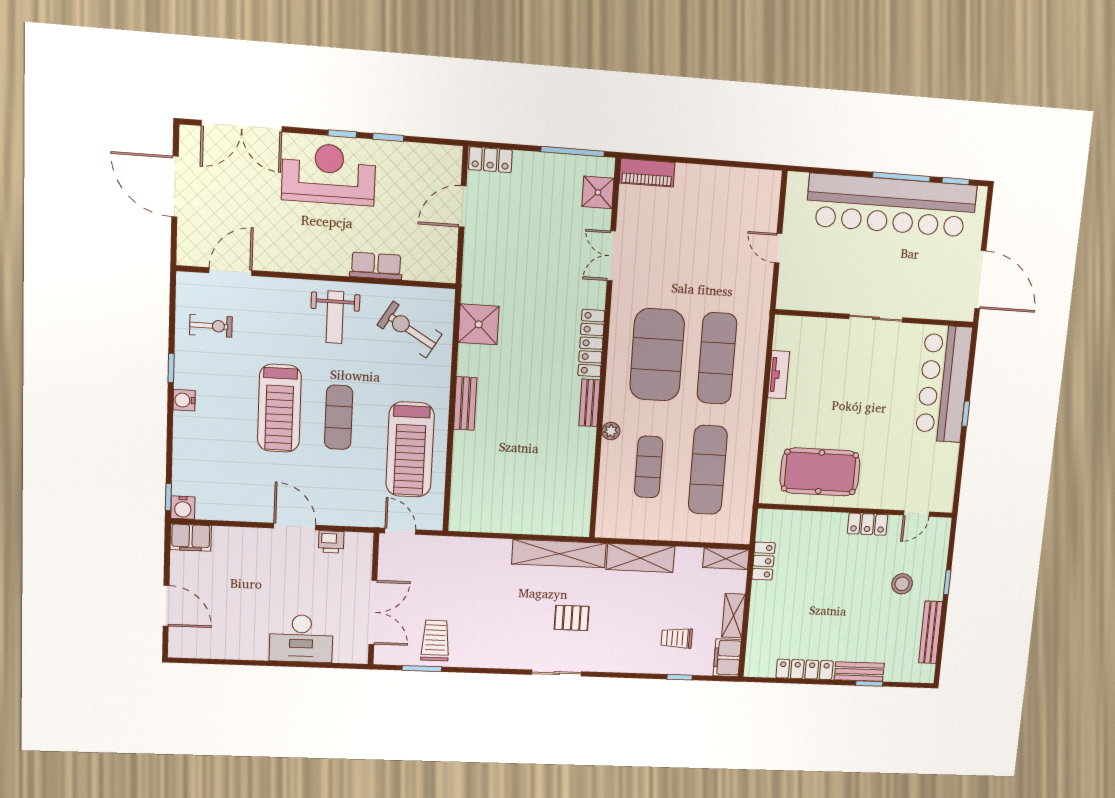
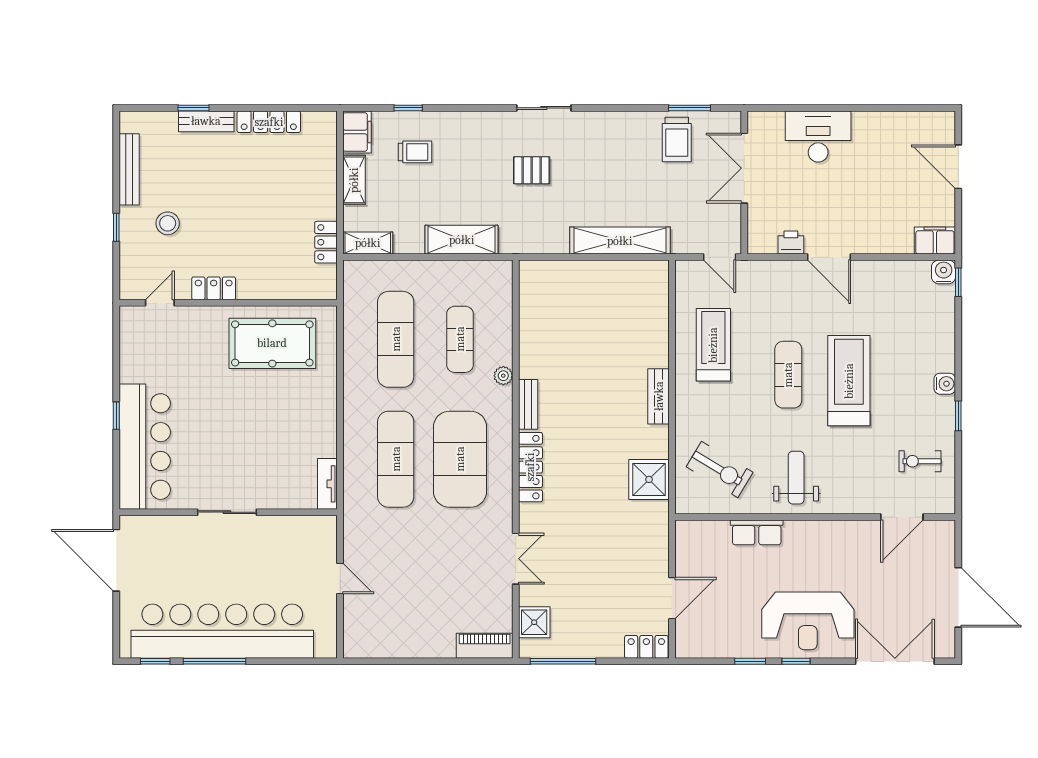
tv unit: (779, 375) -> (327, 484), moved
treadmill: (410, 449) -> (713, 345), width x0.73, depth x0.73
shelving: (559, 554) -> (620, 241), moved

